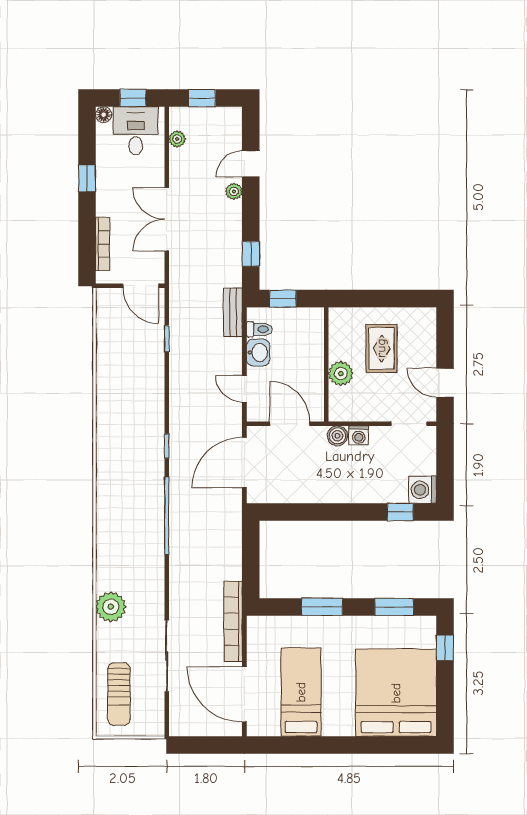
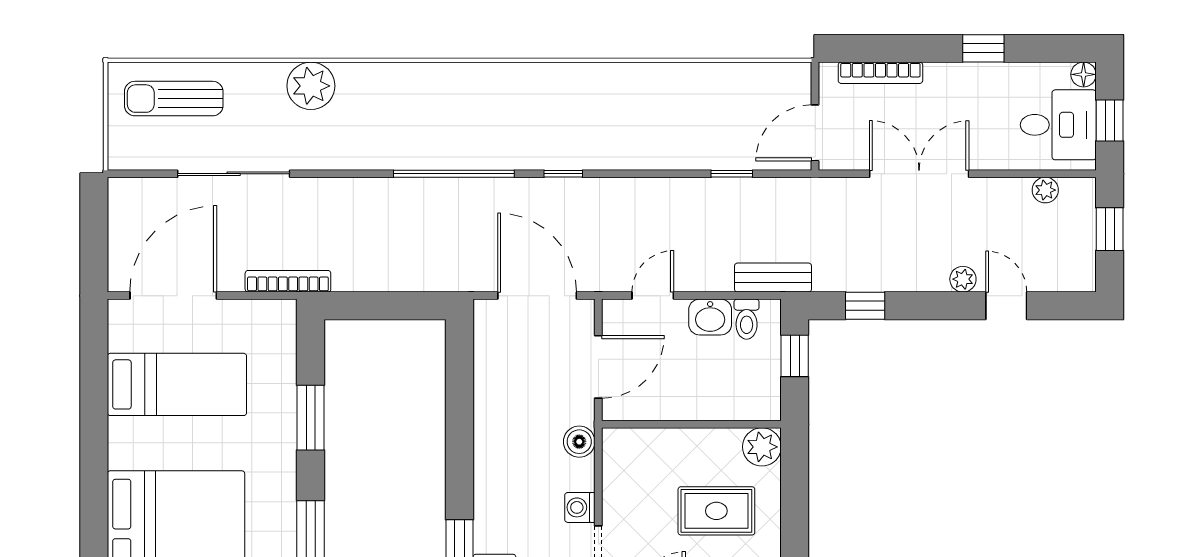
plant: (341, 373) -> (762, 447), moved
washing machine: (359, 435) -> (580, 507), moved
bookcase: (233, 621) -> (288, 281), width x0.68, depth x0.76

